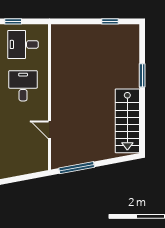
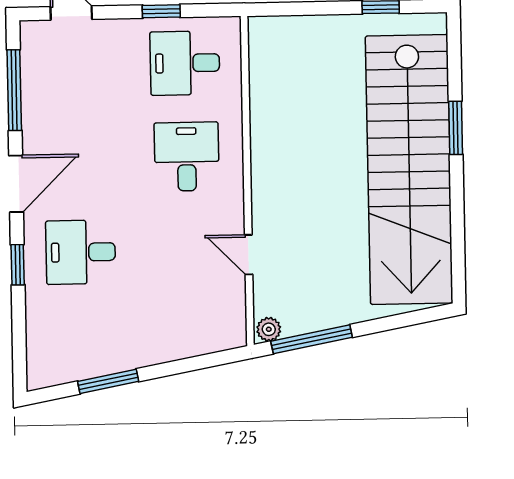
stairs: (127, 121) -> (409, 169), width x1.86, depth x1.51
plant: (58, 163) -> (269, 329), added

